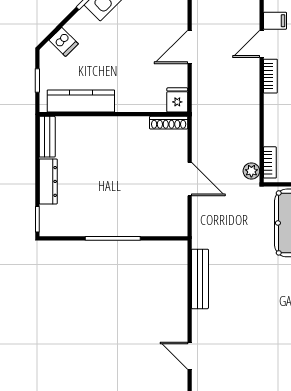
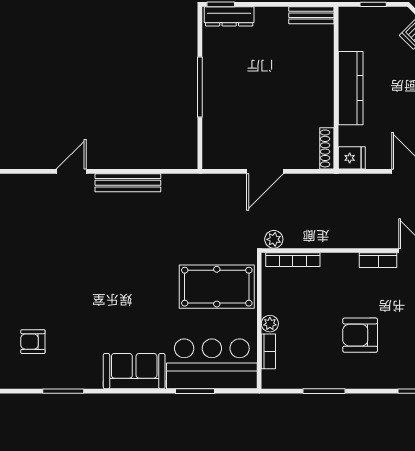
kitchen counter: (81, 101) -> (351, 88), moved
bookcase: (270, 162) -> (293, 260), width x1.56
dresser: (48, 181) -> (229, 16), moved
bench: (200, 279) -> (128, 183), moved

